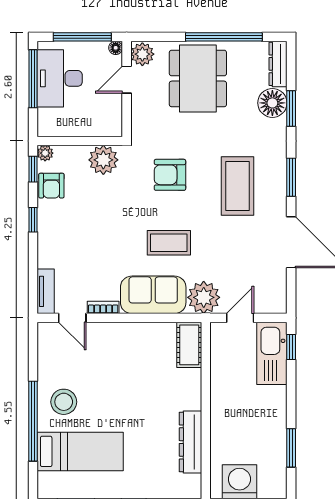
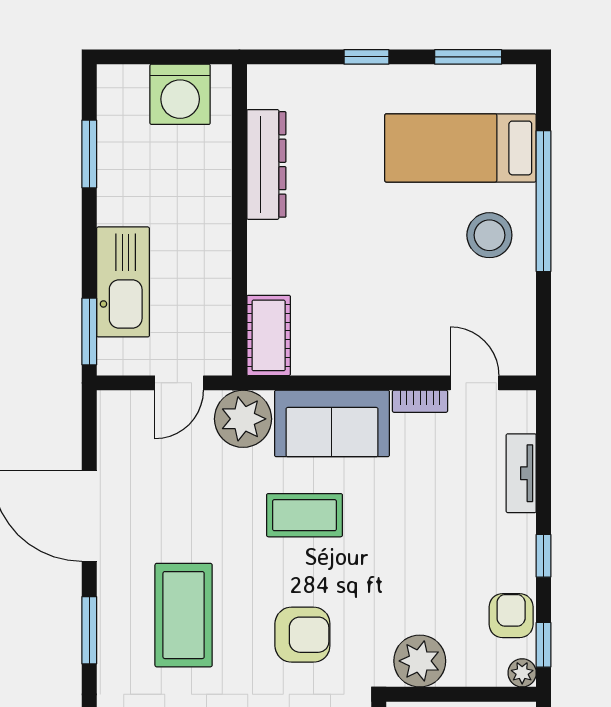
tv unit: (46, 291) -> (521, 473), moved
window: (291, 347) -> (89, 332), width x1.50
kitchen sink: (272, 353) -> (123, 282), moved

